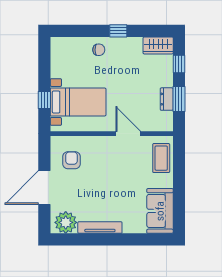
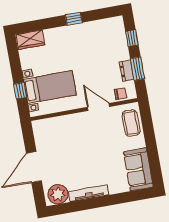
wardrobe: (158, 45) -> (30, 40), moved
chair: (99, 50) -> (120, 94), moved
armchair: (72, 160) -> (53, 139), removed

